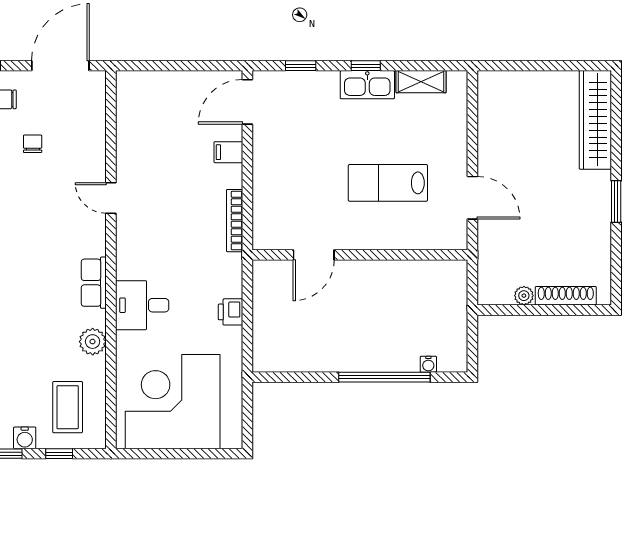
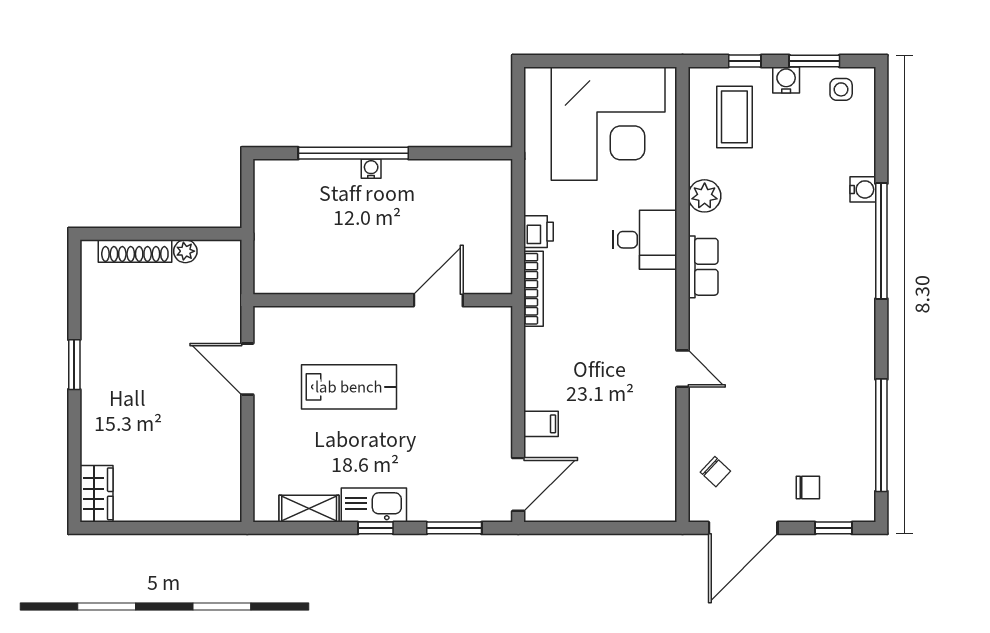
window: (301, 66) -> (454, 528), width x1.50
wardrobe: (595, 120) -> (97, 494), width x0.48, depth x0.85
chair: (33, 144) -> (715, 472), moved, turned -47
bookcase: (235, 221) -> (534, 289), moved
water cooler: (428, 364) -> (371, 169), moved

